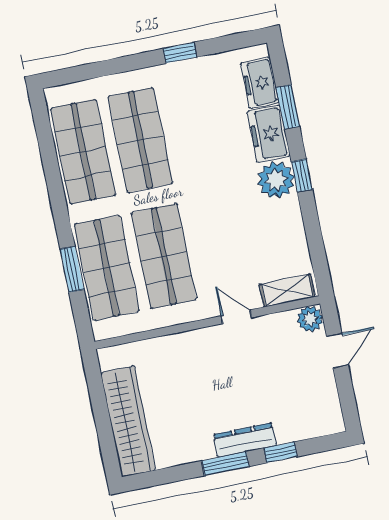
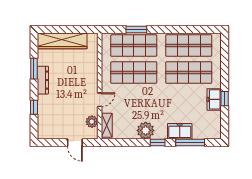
freezer: (260, 83) -> (214, 99), moved, turned -90
window: (288, 107) -> (190, 143), width x1.44
plant: (276, 180) -> (146, 130), moved
plant: (310, 319) -> (92, 122), moved
dresser: (245, 440) -> (43, 80), moved
window: (226, 464) -> (34, 69), moved

